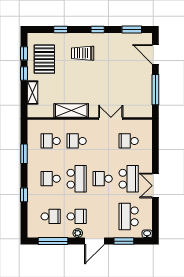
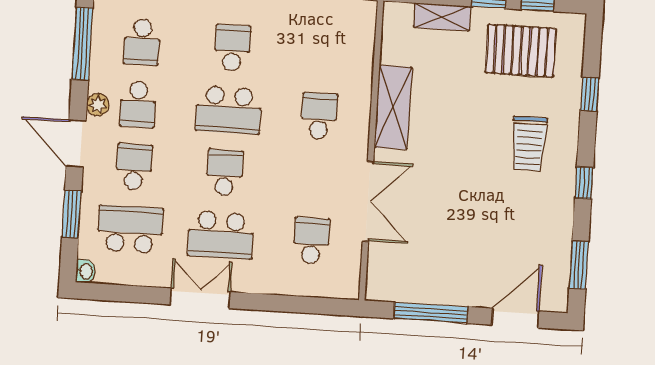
trolley: (83, 53) -> (529, 144), turned 180
double door: (111, 119) -> (368, 201), width x1.37
school desk: (51, 141) -> (134, 167), moved

